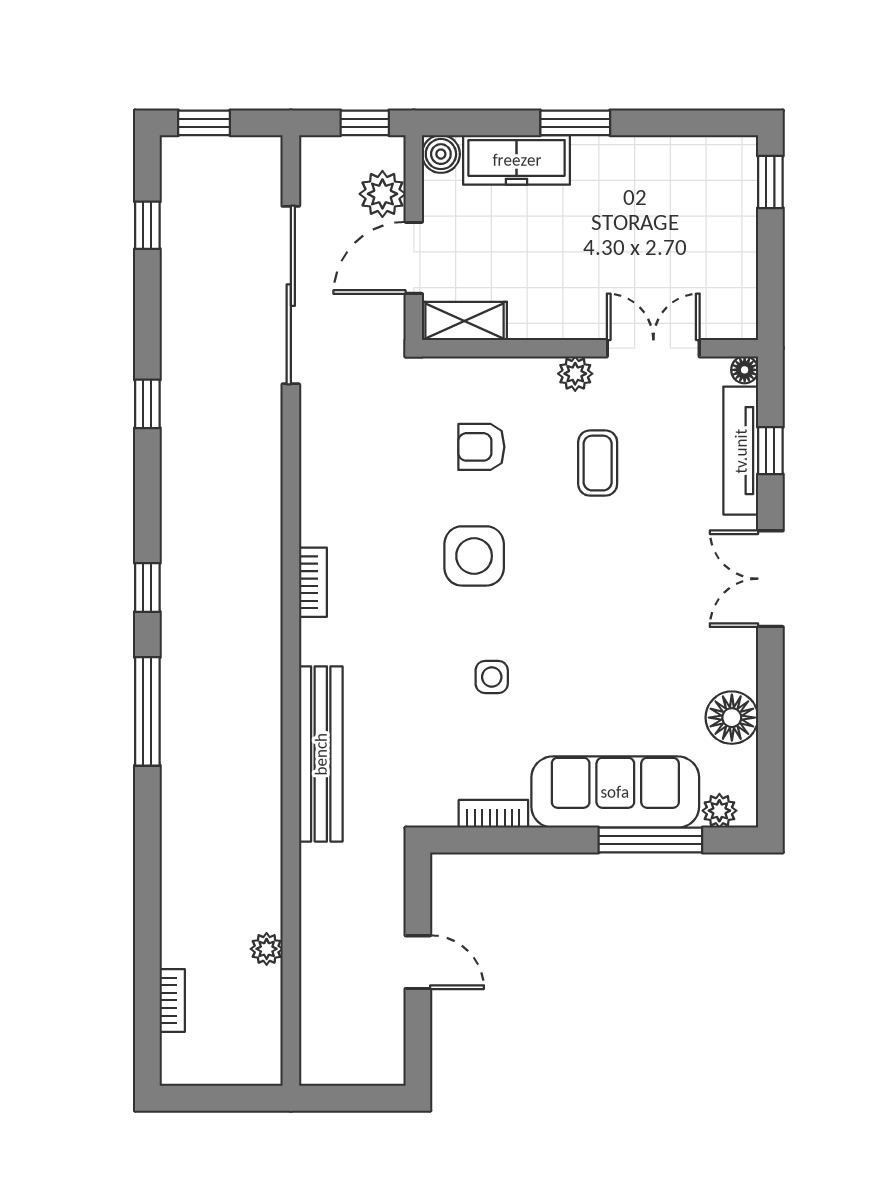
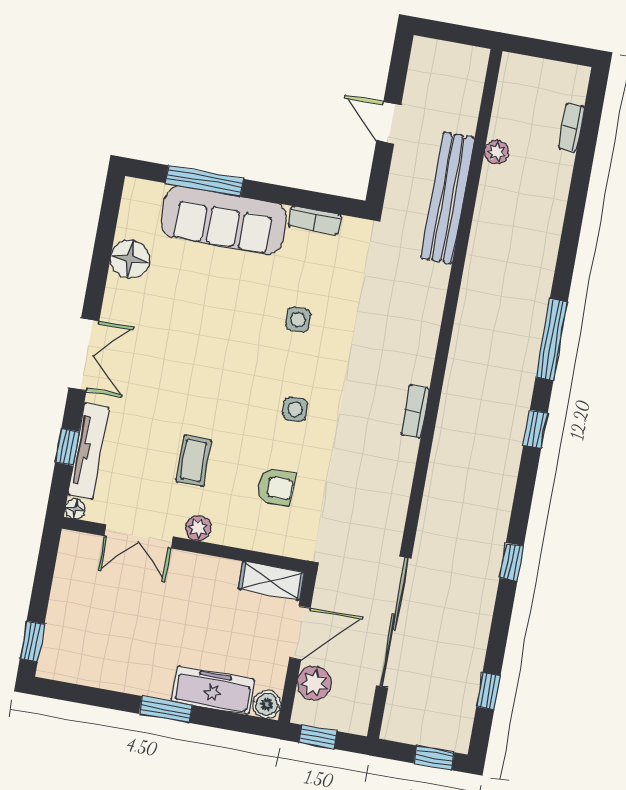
side table: (474, 556) -> (295, 409), width x0.54, depth x0.54
bench: (321, 754) -> (448, 198), moved
plant: (719, 811) -> (151, 193), removed

